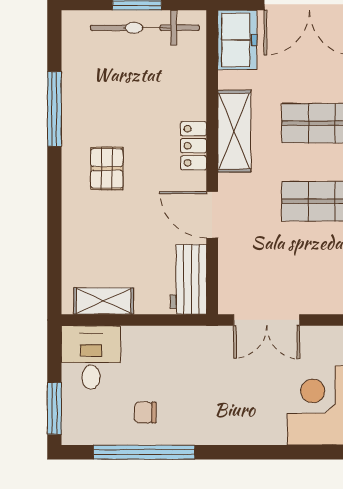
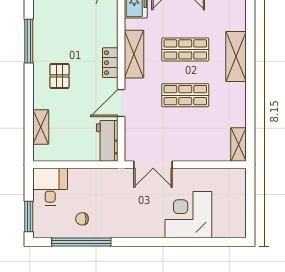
door: (212, 215) -> (121, 103), hinge flipped
shelving: (104, 301) -> (41, 127), moved, turned 90

